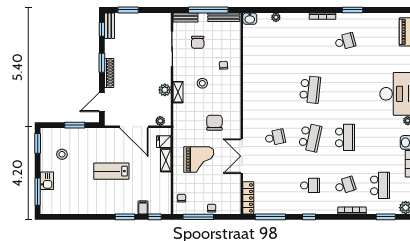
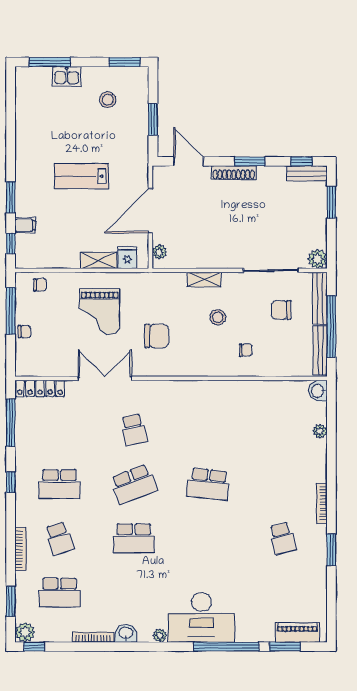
bench: (186, 17) -> (320, 298), width x1.36
plant: (165, 90) -> (317, 259), moved
school desk: (310, 137) -> (134, 484), turned -33
lab bench: (111, 171) -> (82, 176), turned -90
school desk: (310, 185) -> (59, 484), width x1.85

